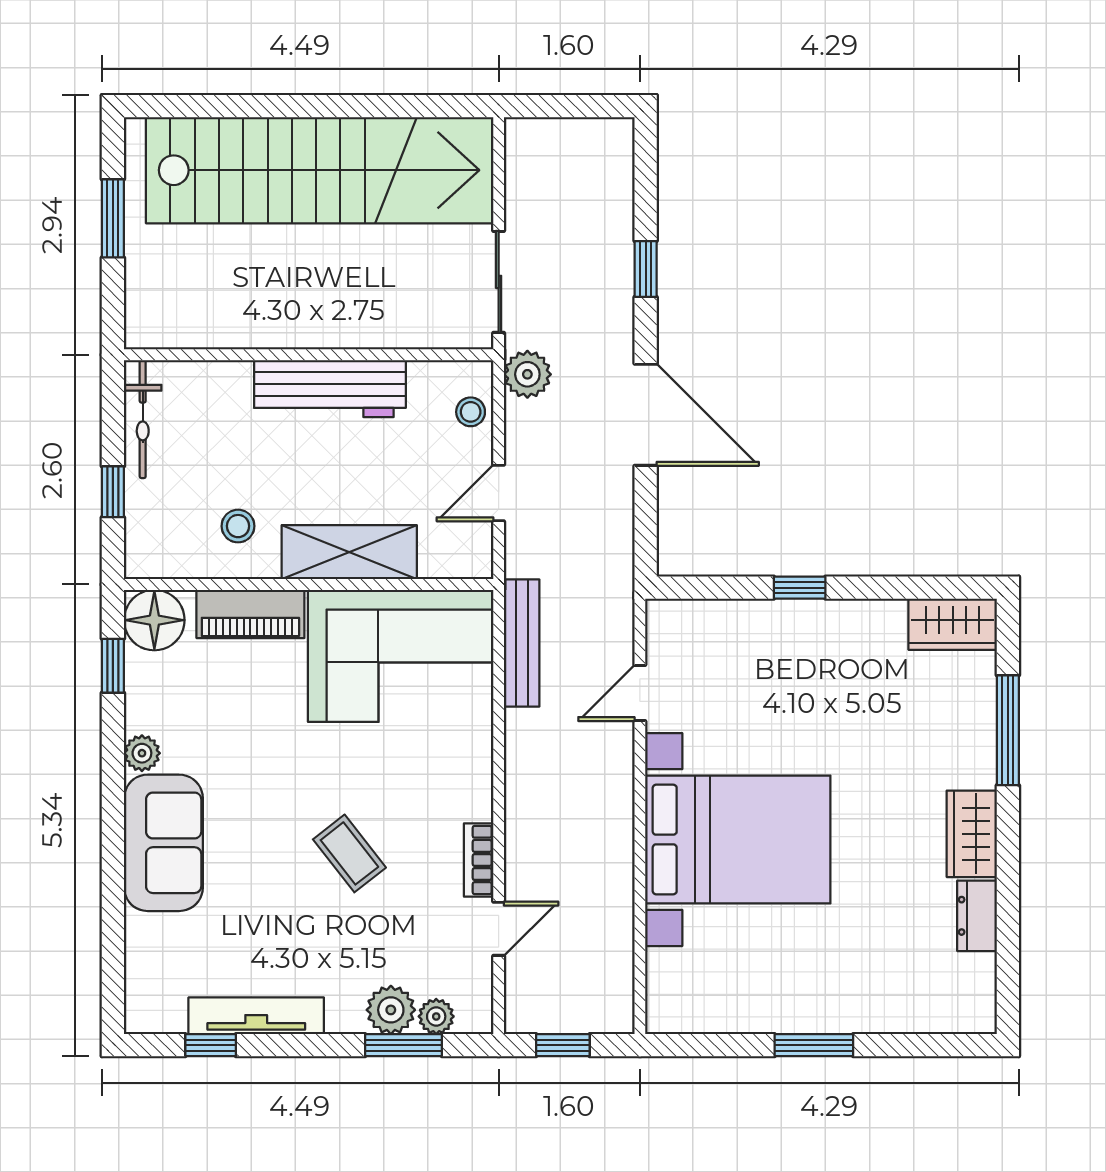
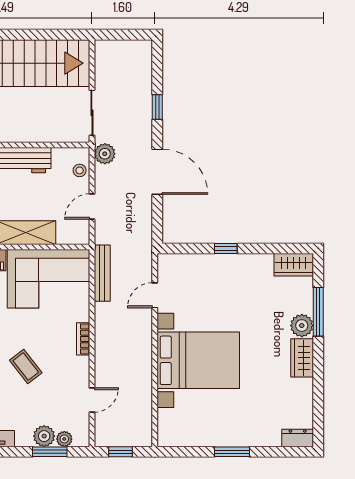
plant: (971, 761) -> (302, 326), added
bookcase: (479, 860) -> (83, 339), moved
dresser: (977, 916) -> (298, 438), moved, turned 90

